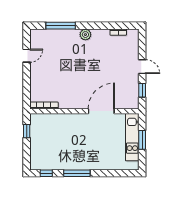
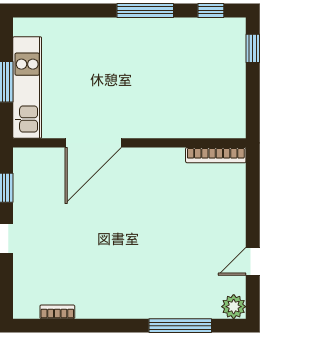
plant: (85, 35) -> (234, 307), moved
window: (27, 131) -> (253, 48), moved

